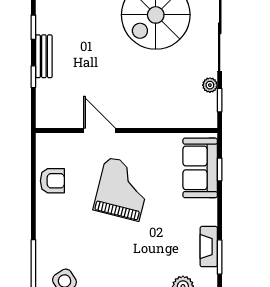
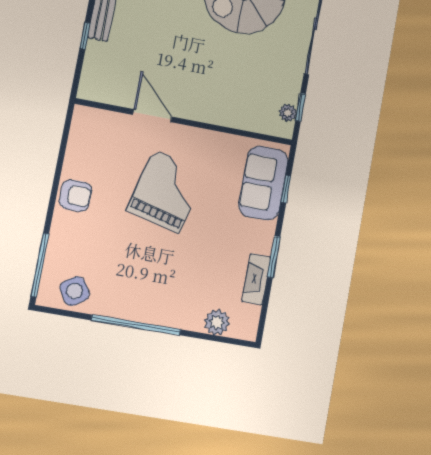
plant: (210, 85) -> (288, 113), moved
armchair: (52, 181) -> (75, 196), moved
window: (220, 257) -> (274, 257), moved

